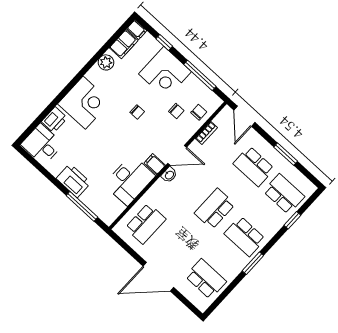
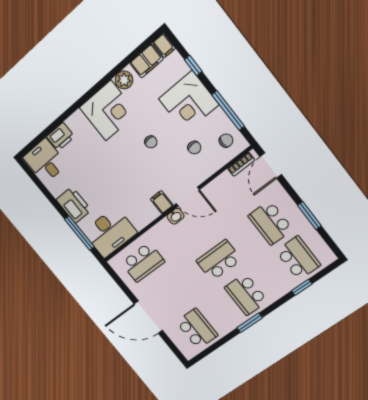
corner desk: (84, 103) -> (108, 111), moved
chair: (199, 112) -> (226, 141), moved
bookcase: (206, 133) -> (241, 164), moved
desk: (130, 180) -> (110, 232), moved

